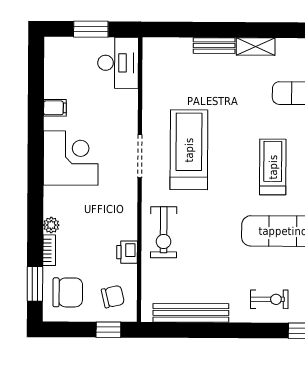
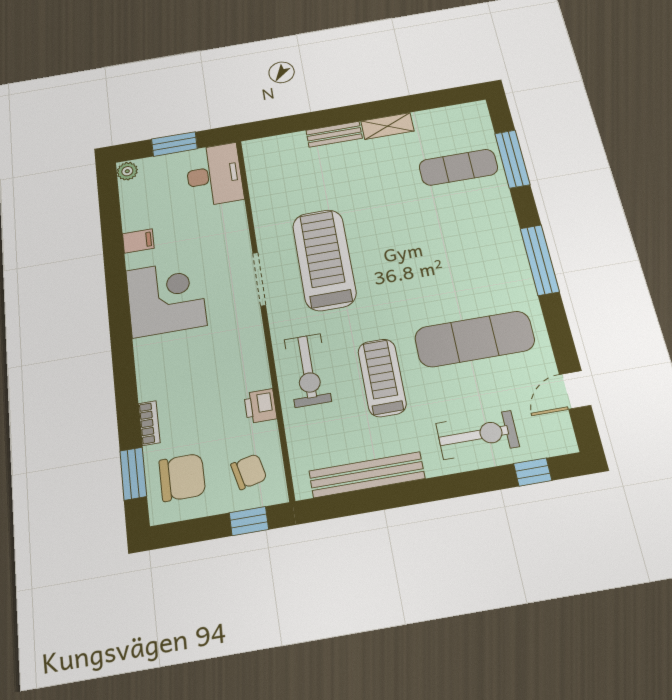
treadmill: (273, 167) -> (382, 378), moved
plant: (51, 225) -> (127, 171), moved
exercise bike: (269, 299) -> (477, 435), width x1.38, depth x1.39

